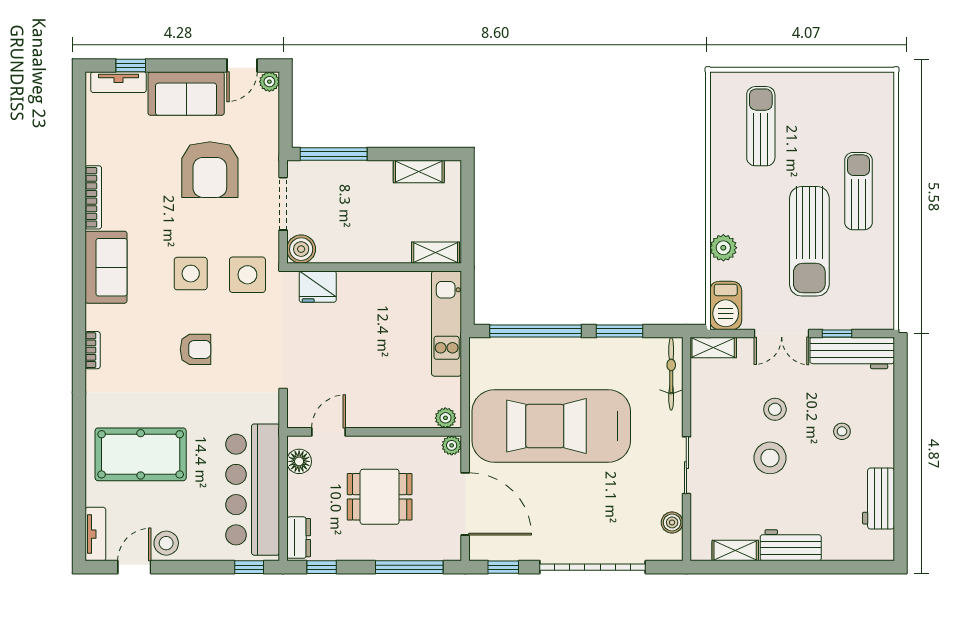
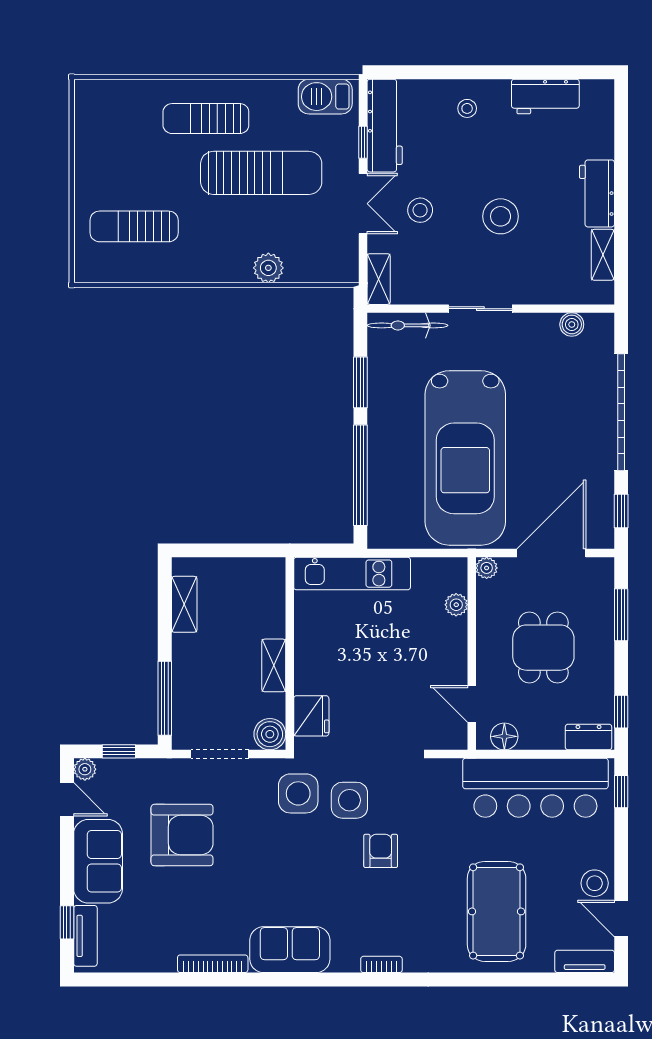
window: (286, 112) -> (119, 751), added
shelving: (436, 253) -> (274, 665), moved
side table: (191, 274) -> (349, 800), moved
barbecue: (726, 305) -> (325, 97), moved, turned 180
stool: (775, 409) -> (420, 210), moved
plant: (445, 418) -> (456, 605), moved
stool: (842, 431) -> (467, 108), moved
sliding door: (686, 465) -> (480, 309), moved
window: (409, 567) -> (621, 615), width x0.69

